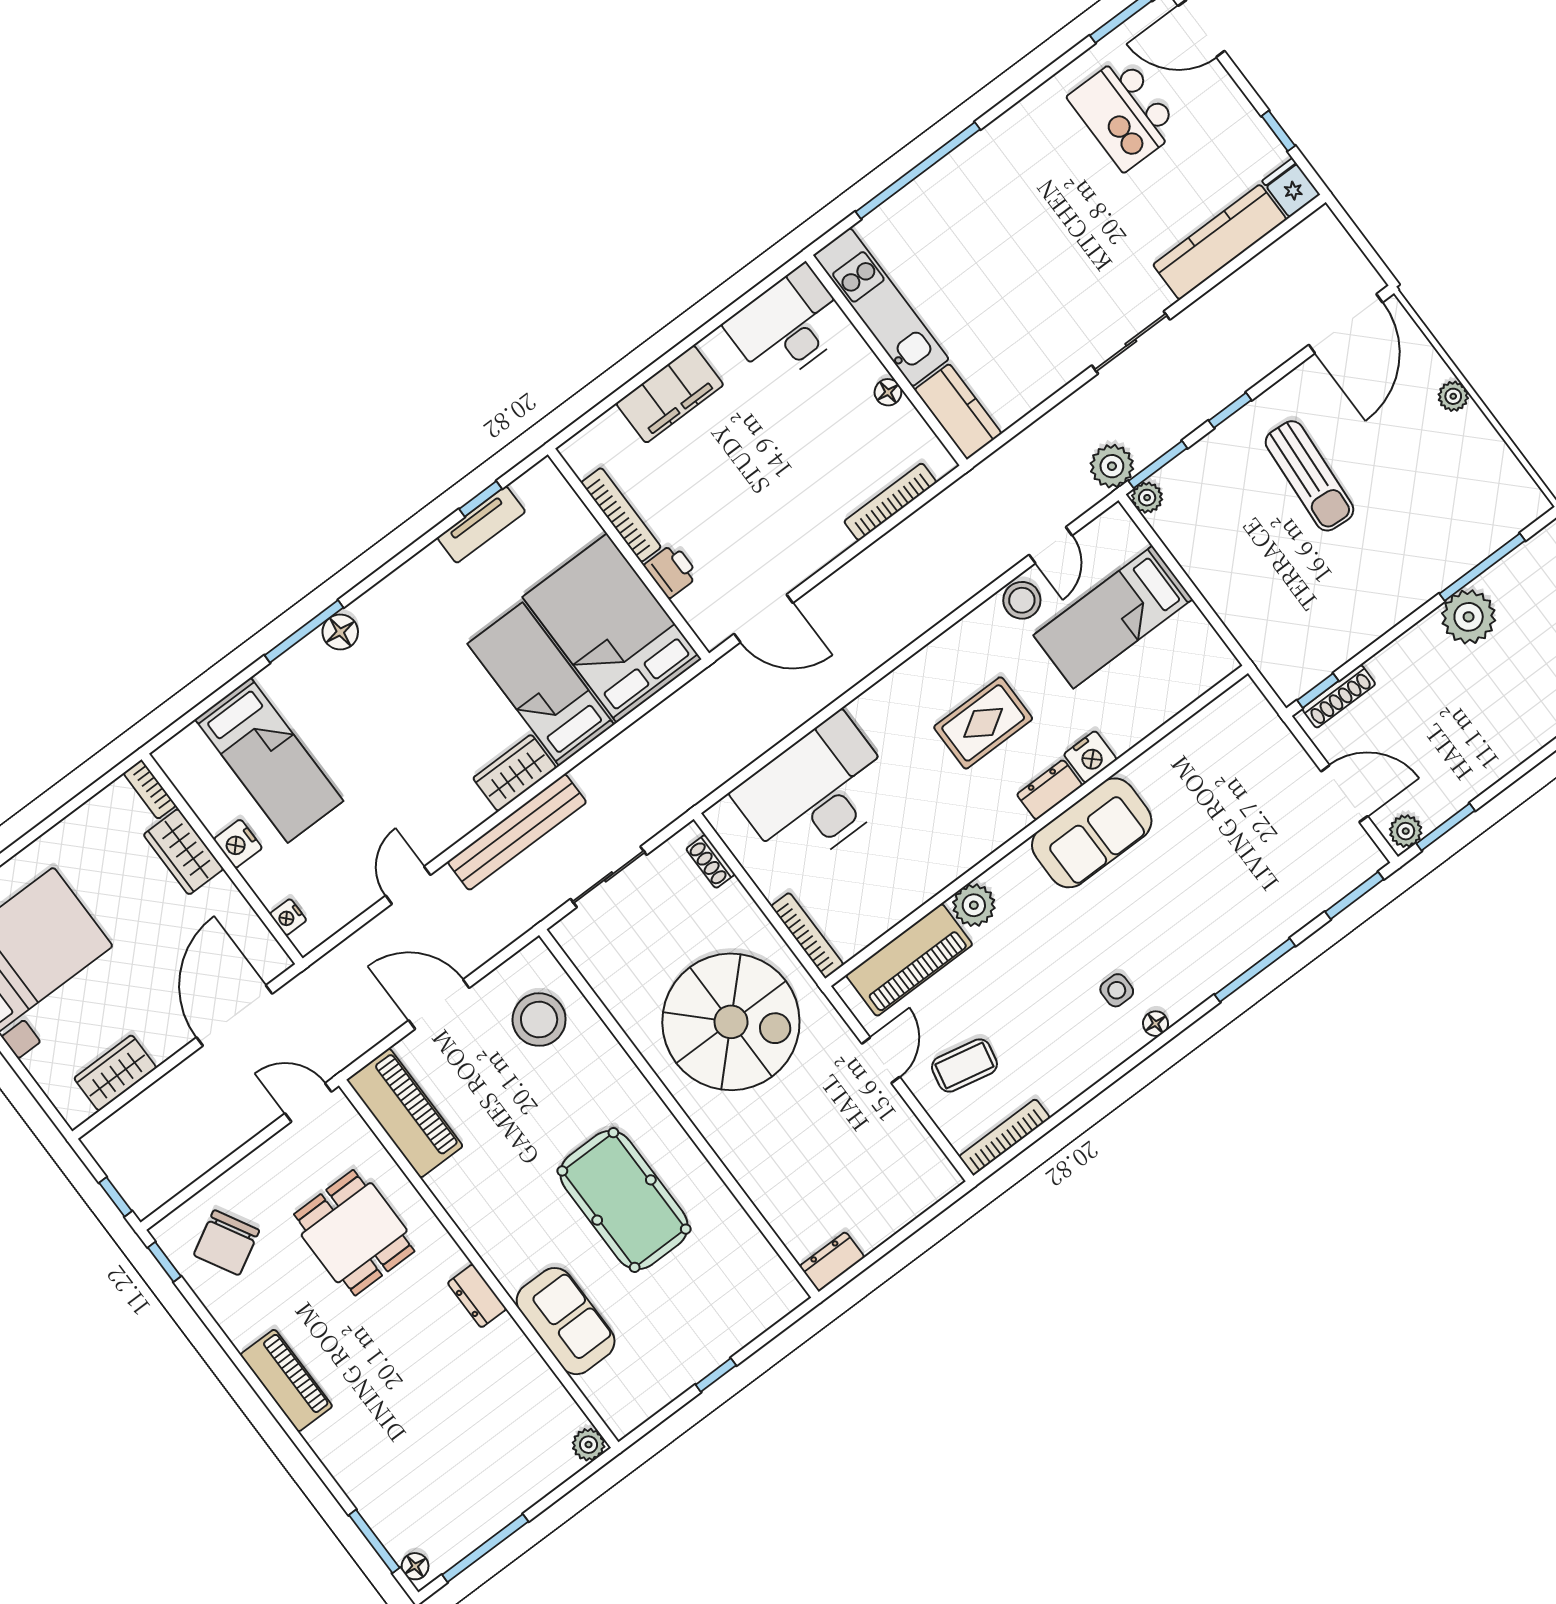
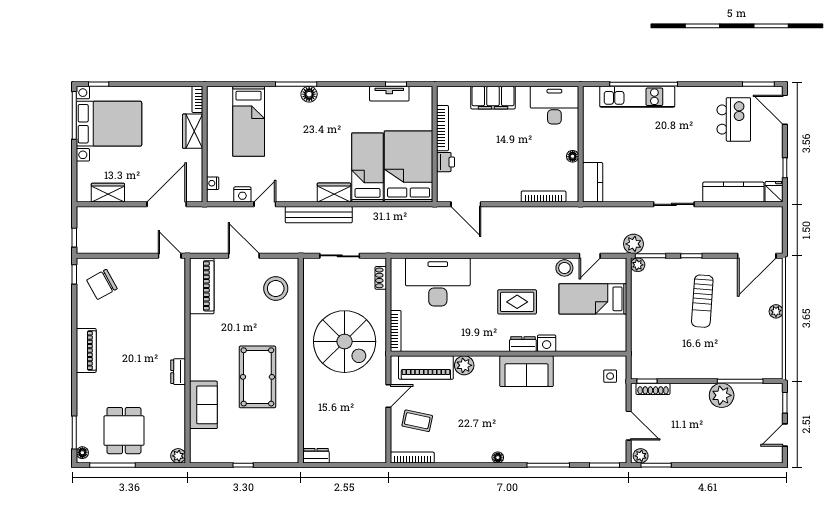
kitchen island: (1124, 113) -> (734, 119), turned 180
kitchen unit: (881, 307) -> (637, 97), moved, turned 90
nightstand: (238, 844) -> (242, 194), moved, turned -90
side table: (1117, 990) -> (610, 376), moved
dining table: (354, 1233) -> (124, 431), moved

